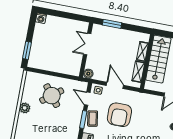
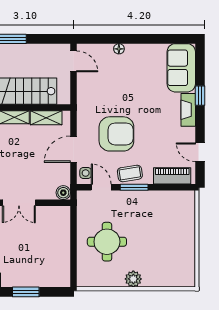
window: (27, 50) -> (26, 292), moved
round table: (52, 96) -> (107, 242), turned 38
door: (87, 99) -> (101, 187), swing flipped

